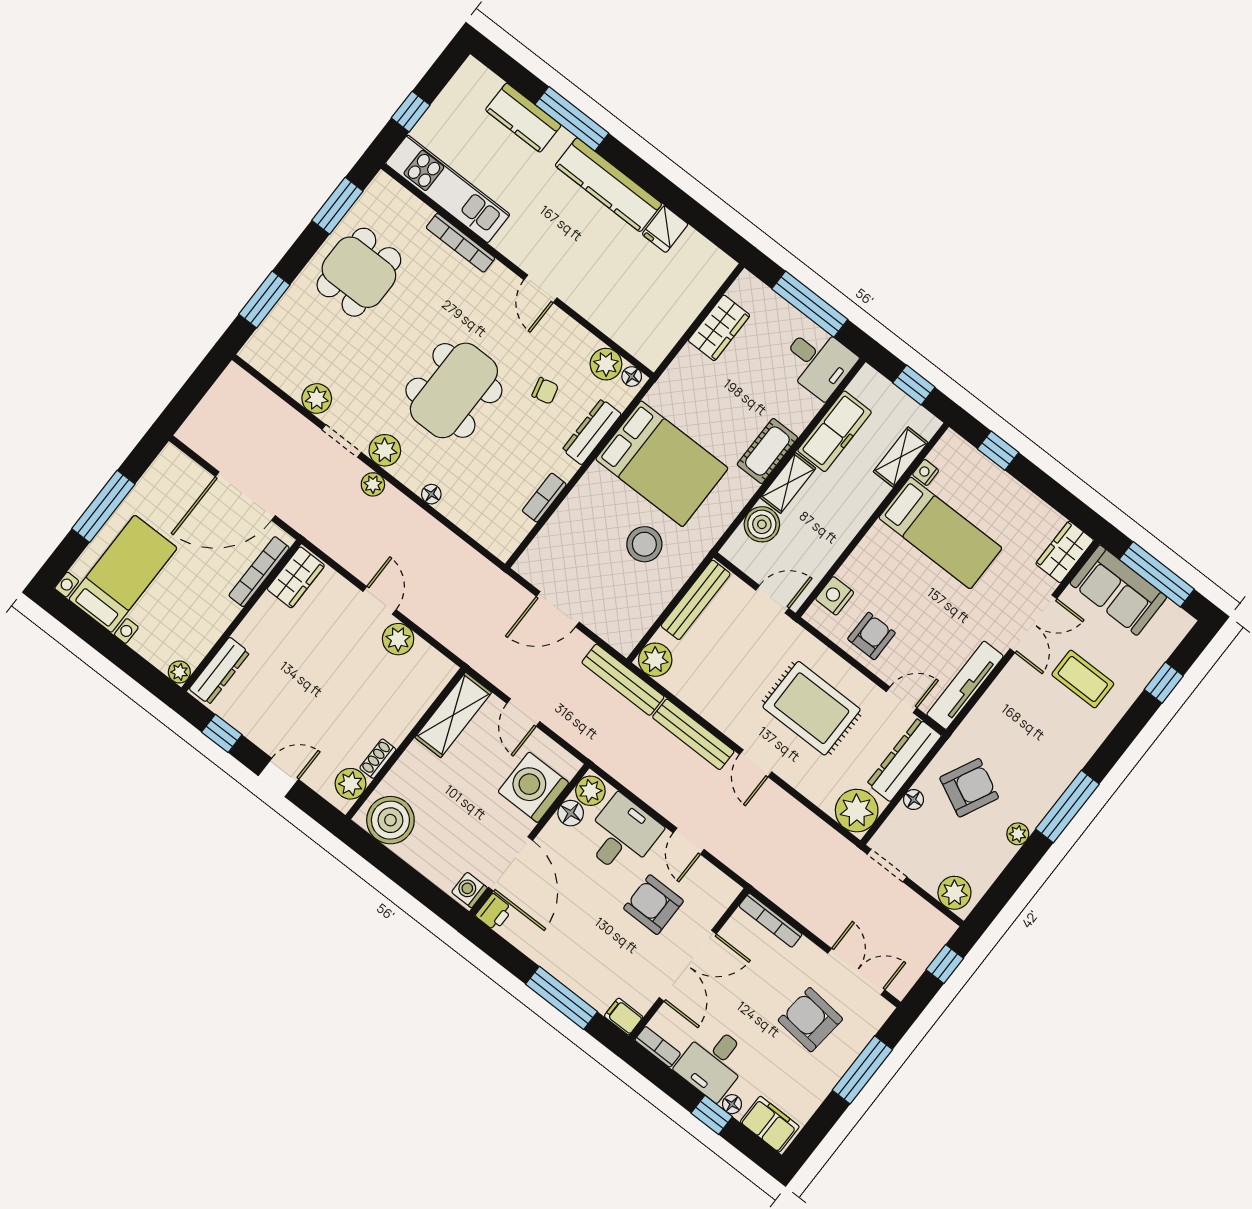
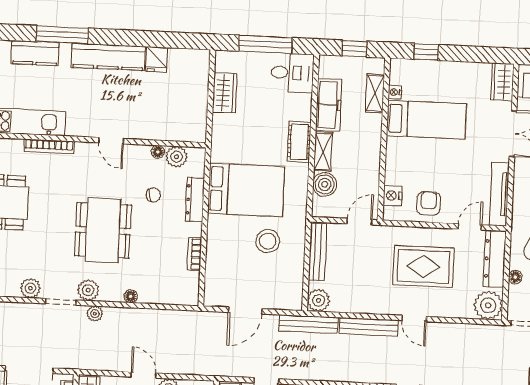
floor lamp: (632, 376) -> (158, 152), moved

